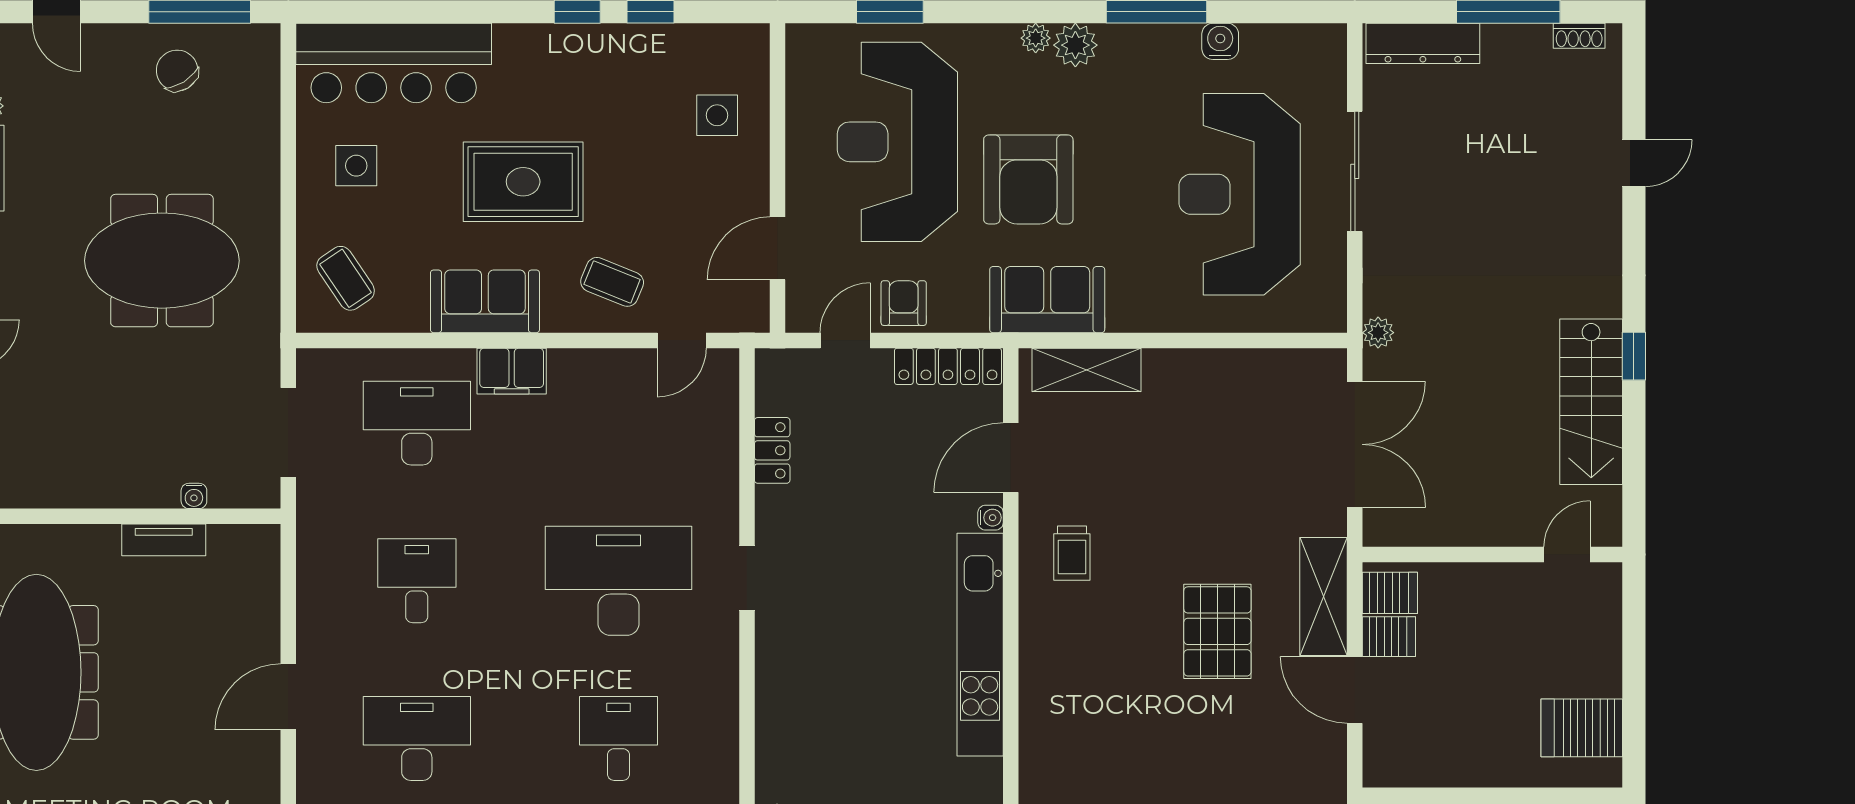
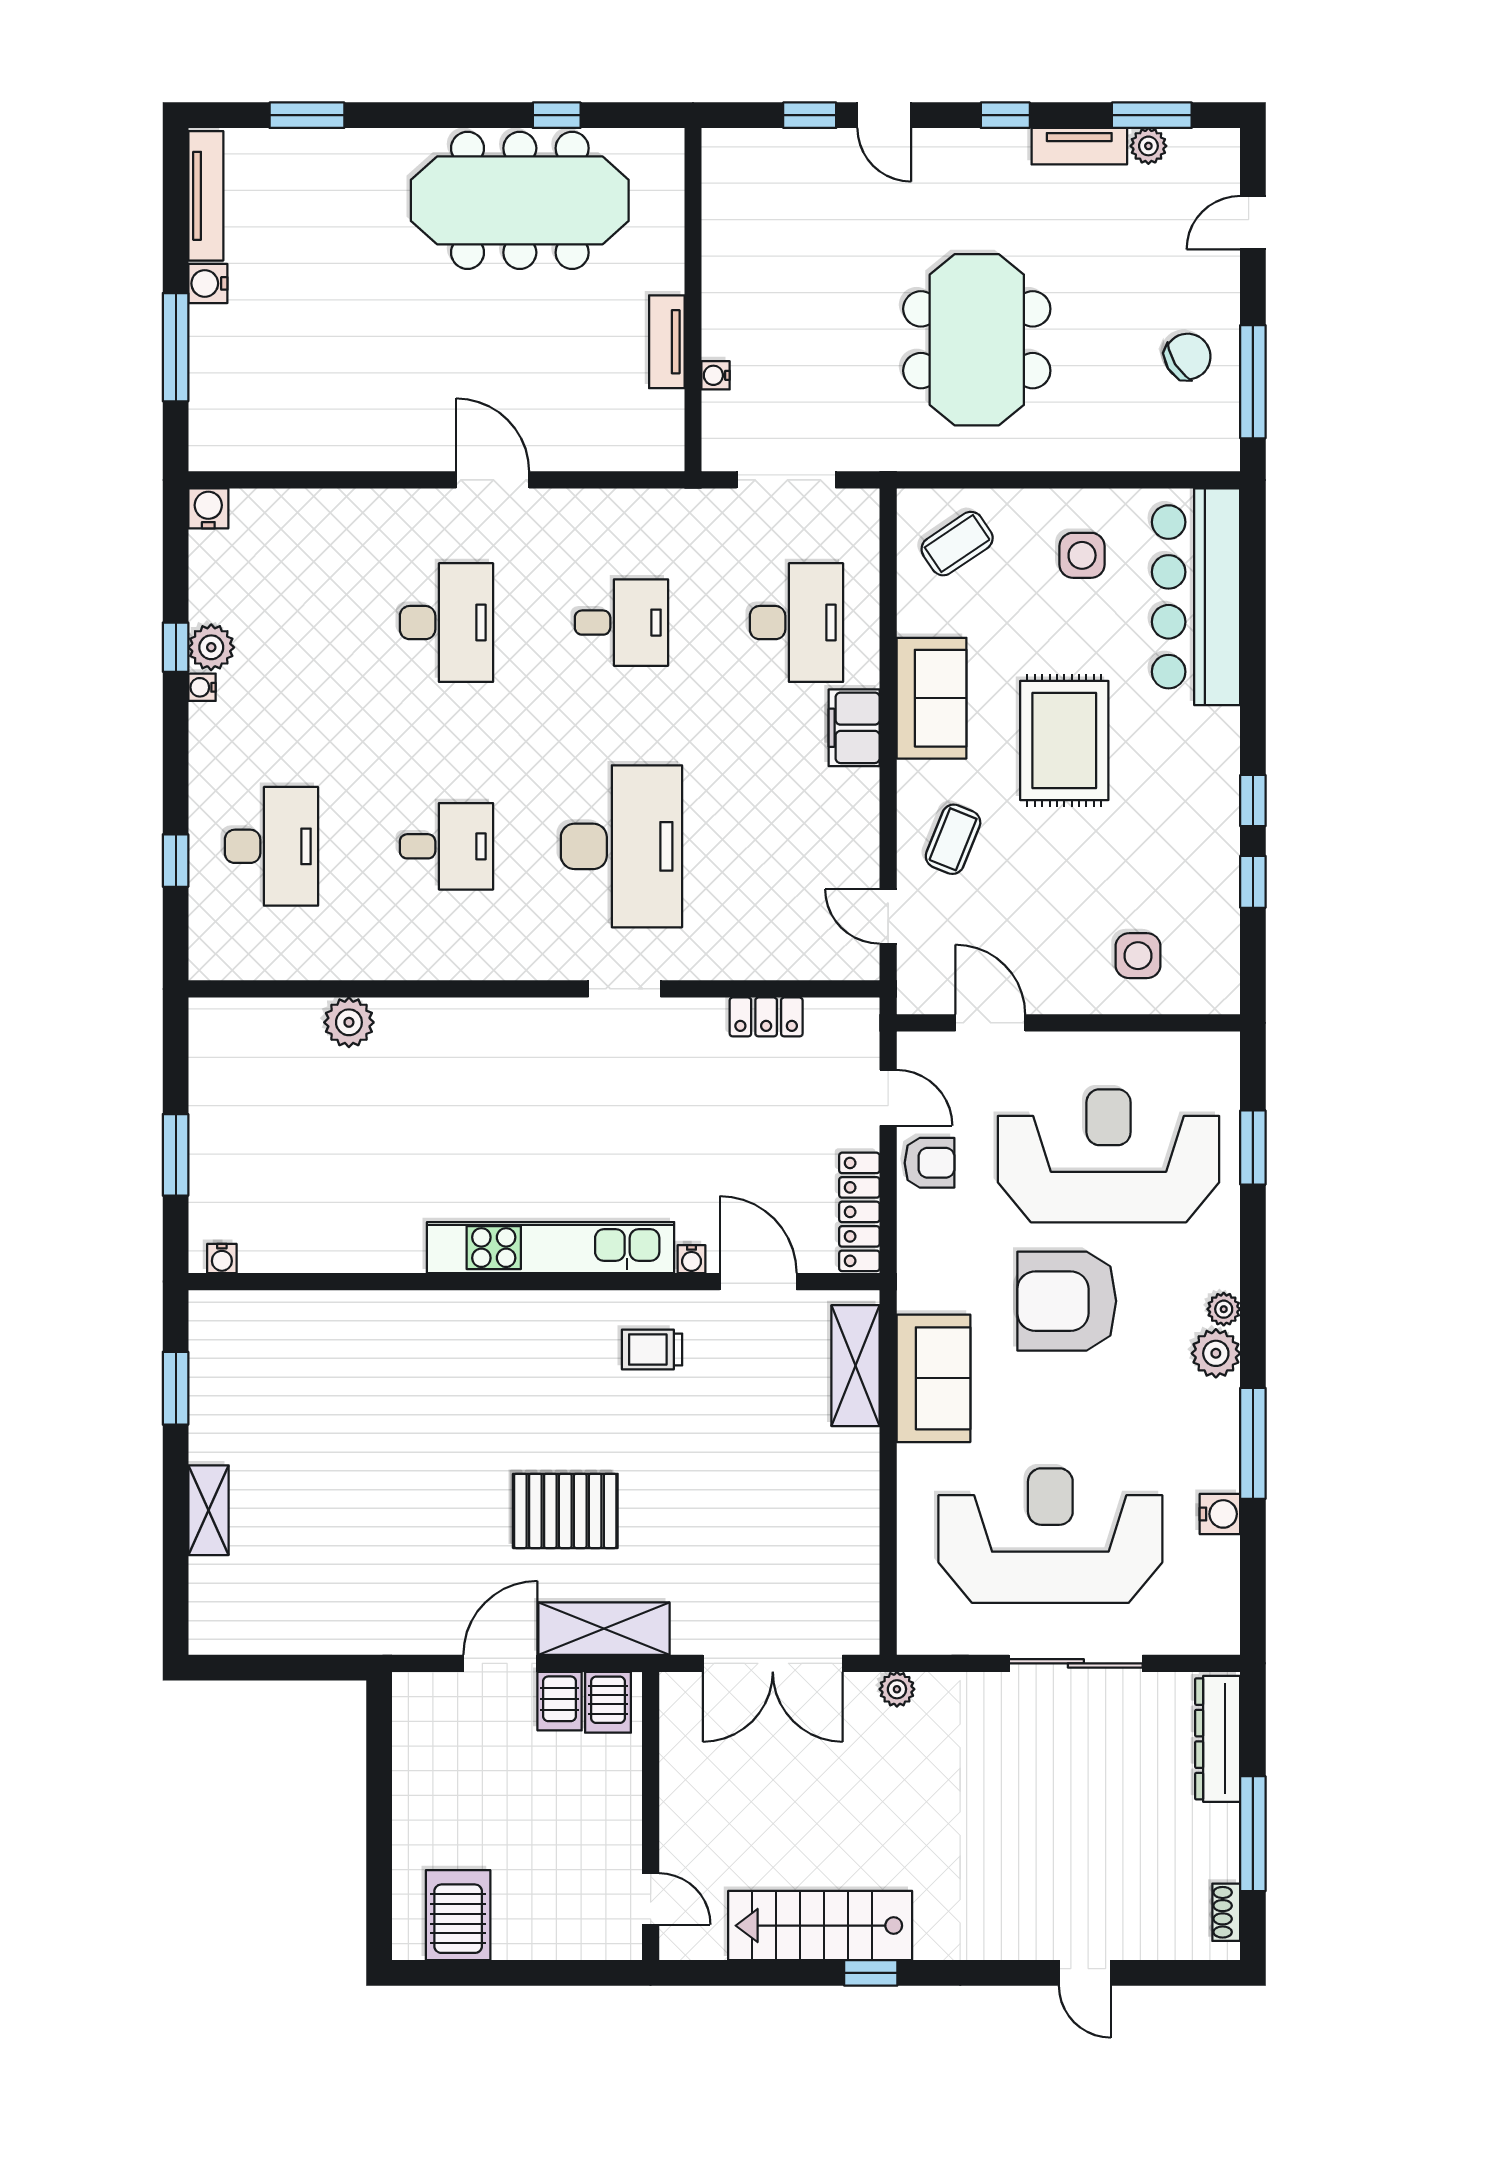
sofa: (1047, 300) -> (933, 1378), moved

